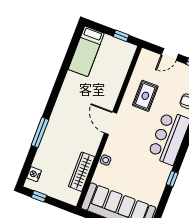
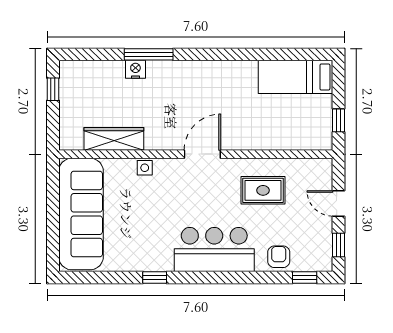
nightstand: (34, 174) -> (135, 69), moved

